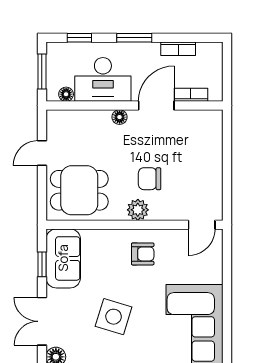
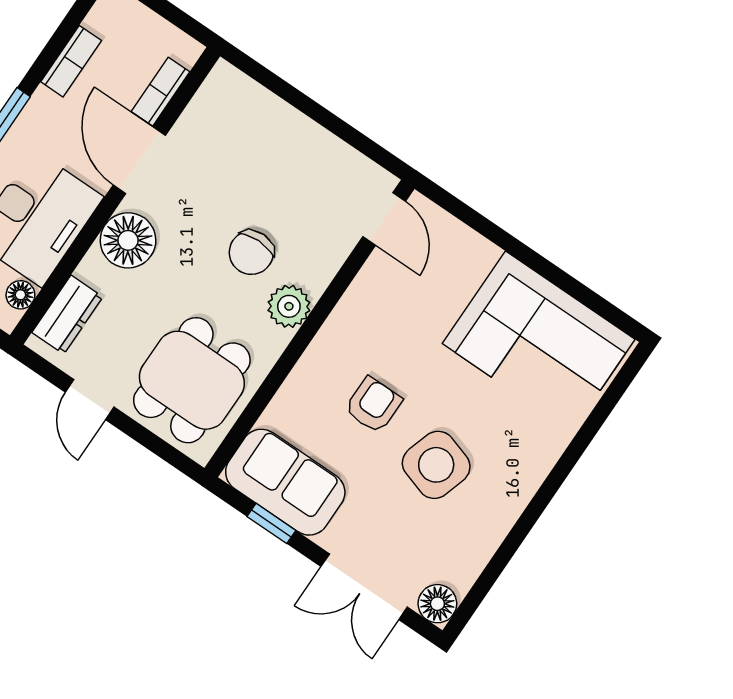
floor lamp: (120, 117) -> (128, 240), width x1.89, depth x1.89
dresser: (71, 120) -> (67, 315), added
armchair: (143, 254) -> (373, 405), moved

